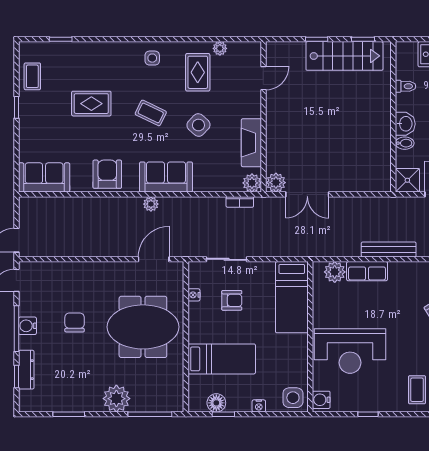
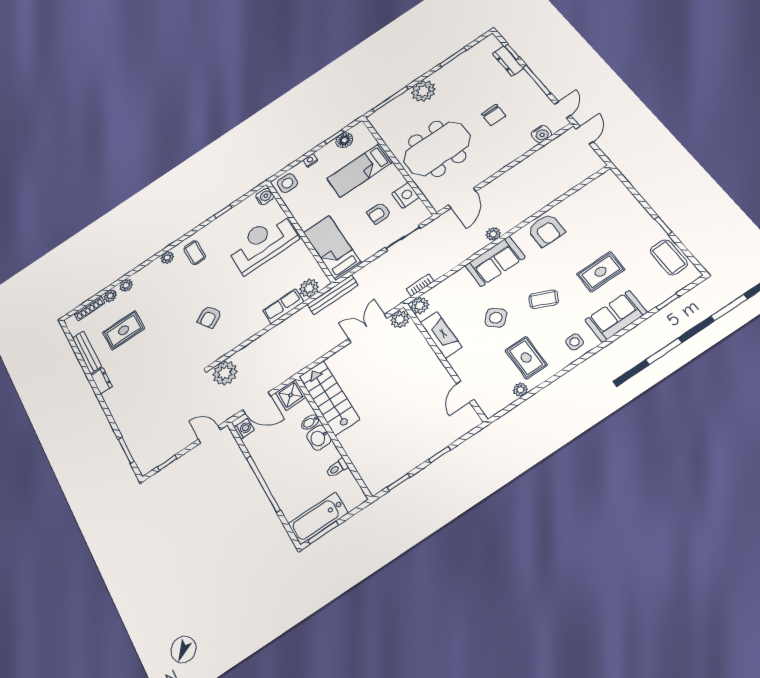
stairs: (344, 56) -> (329, 398), moved, turned 90
coffee table: (32, 76) -> (669, 257), width x1.36, depth x1.30
sofa: (44, 177) -> (616, 316), moved, turned 180
bench: (389, 249) -> (333, 295), moved
nightstand: (194, 295) -> (405, 195), width x1.89, depth x1.79
water cooler: (27, 326) -> (541, 134), moved, turned 90

